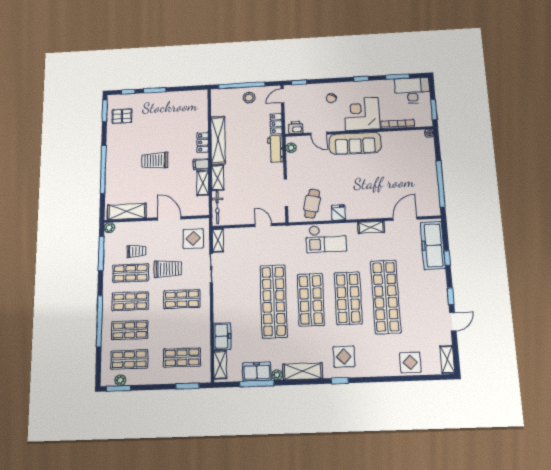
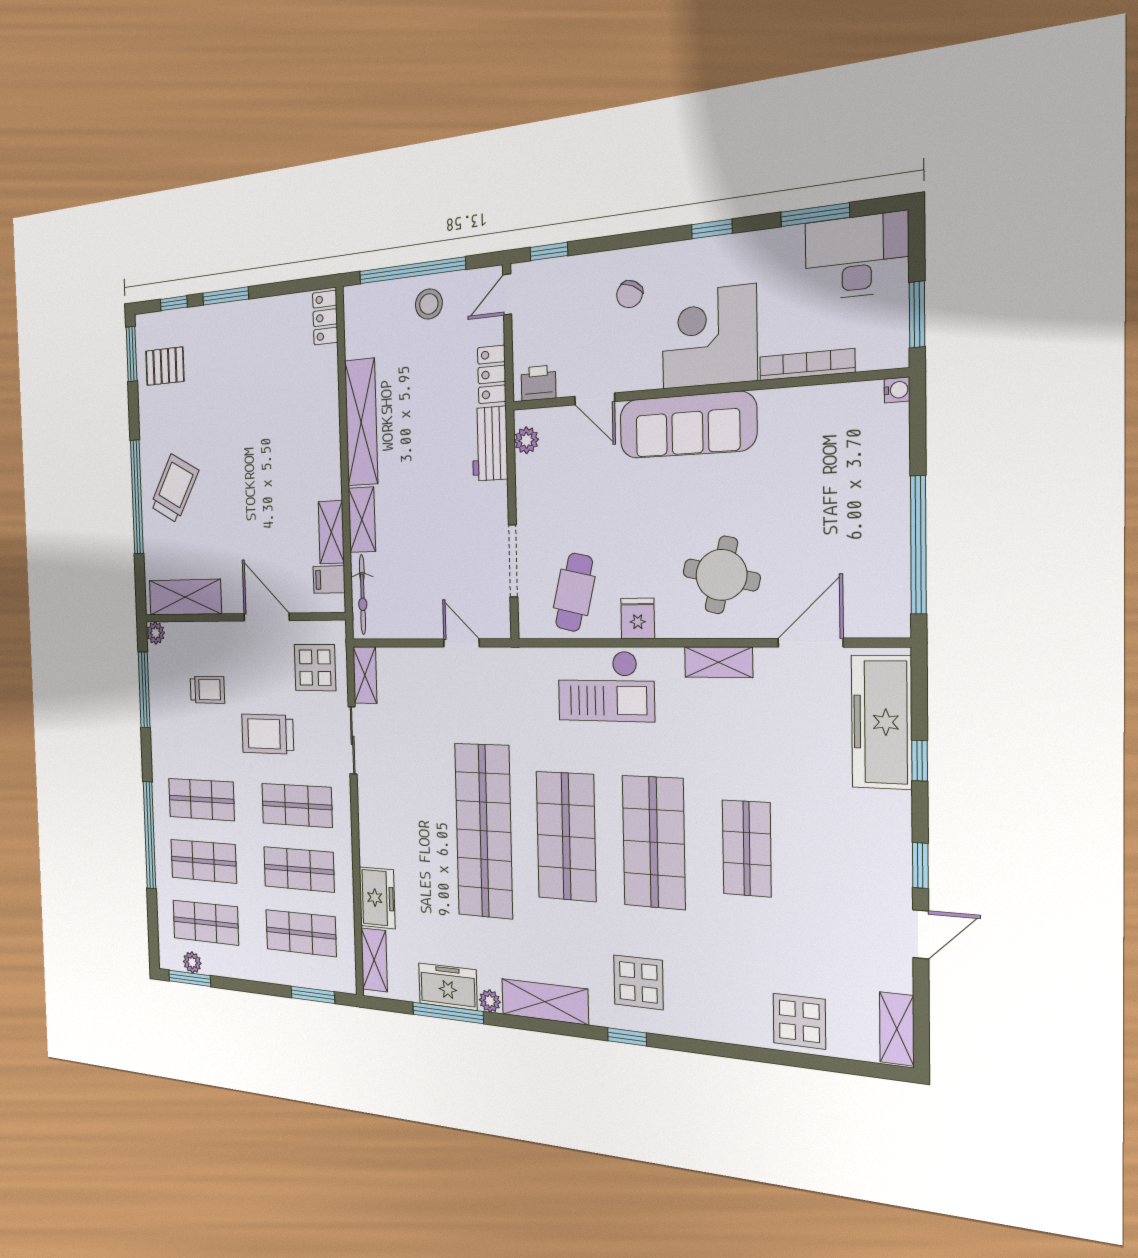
locker: (203, 142) -> (325, 318), moved
trolley: (155, 160) -> (174, 489), moved, turned 119
filing cabinet: (201, 164) -> (329, 580), moved
round table: (371, 196) -> (721, 575), added
trolley: (168, 269) -> (268, 734), turned 180
shop shelf: (131, 273) -> (299, 869), moved
shop shelf: (386, 297) -> (747, 848), width x0.50, depth x0.74

